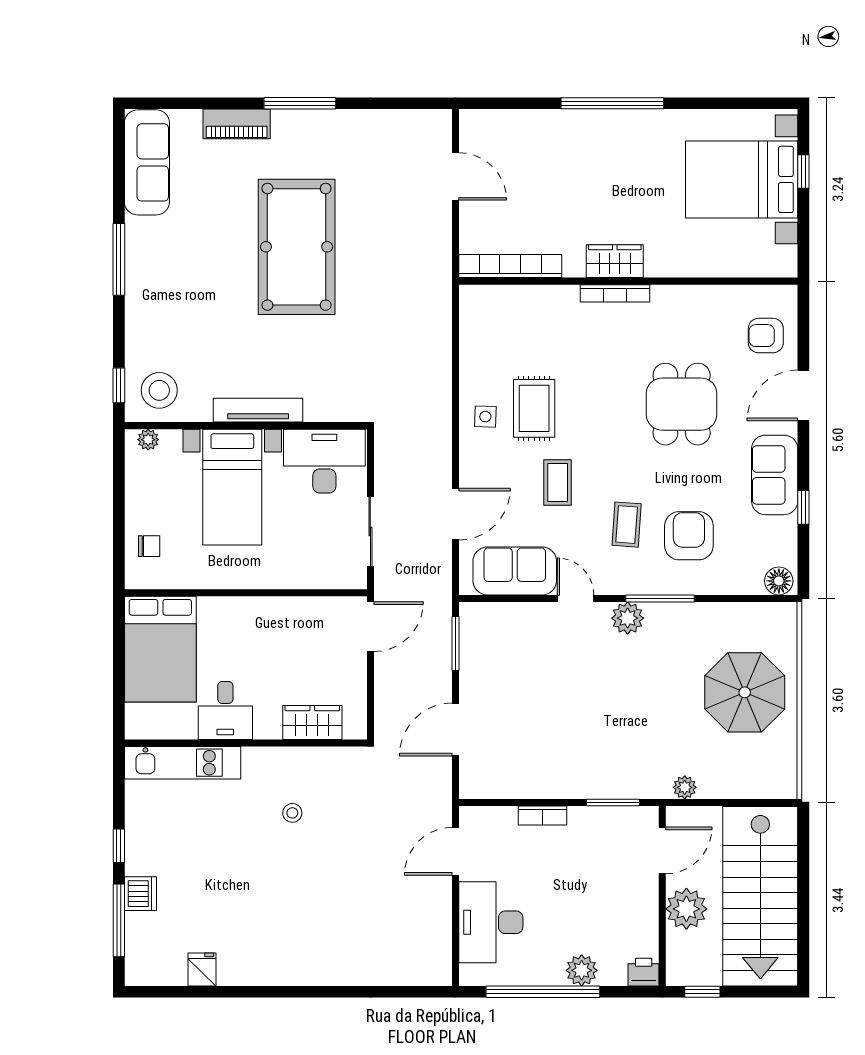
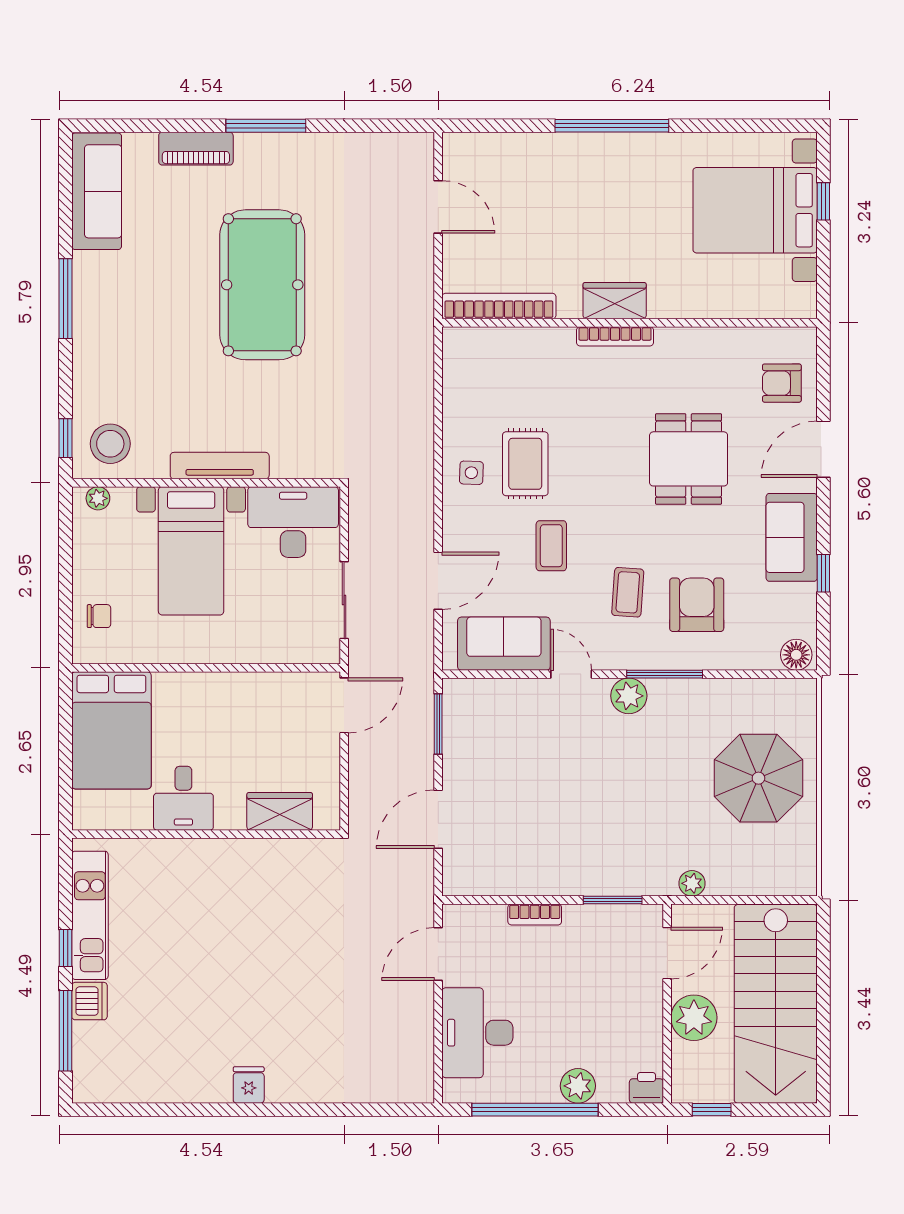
kitchen unit: (183, 763) -> (90, 915), moved, turned -90
stool: (292, 813) -> (258, 912), removed
fridge: (202, 969) -> (249, 1085), moved

